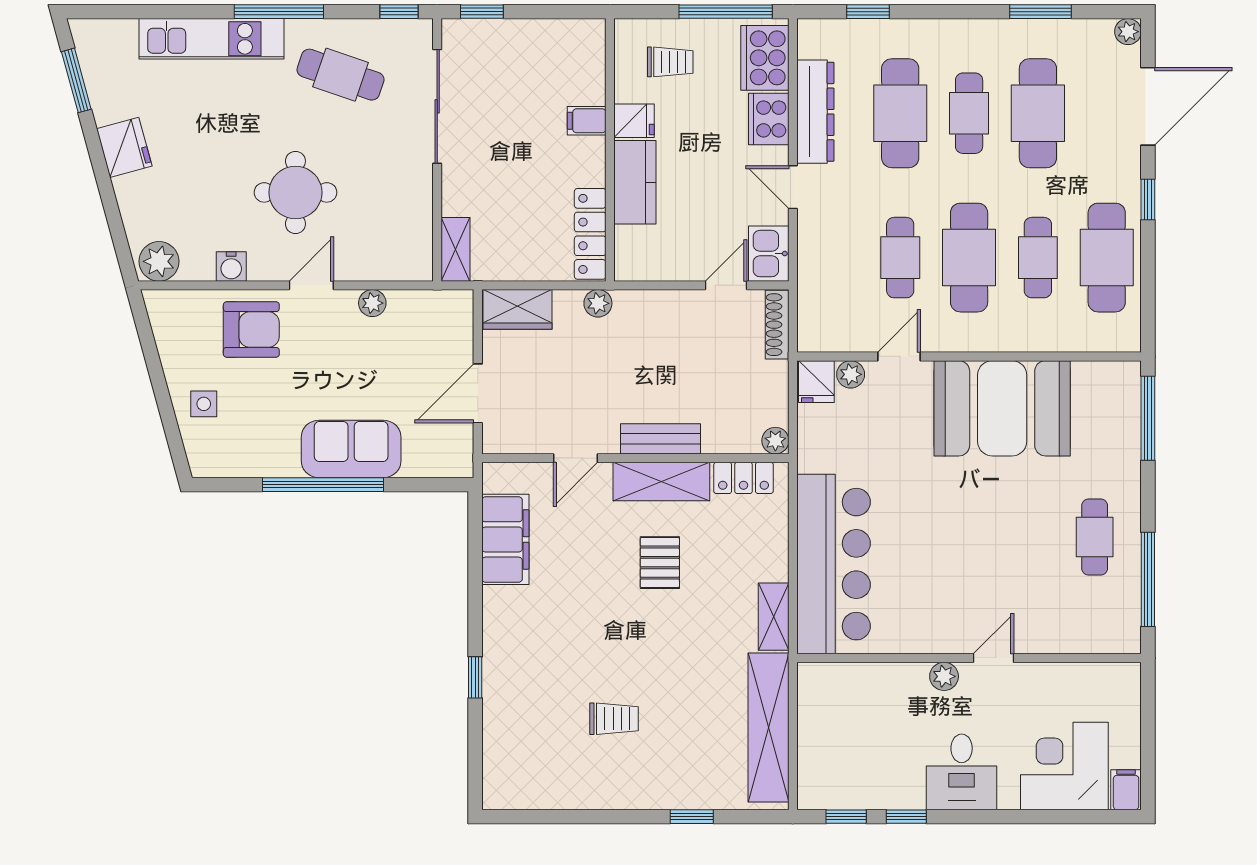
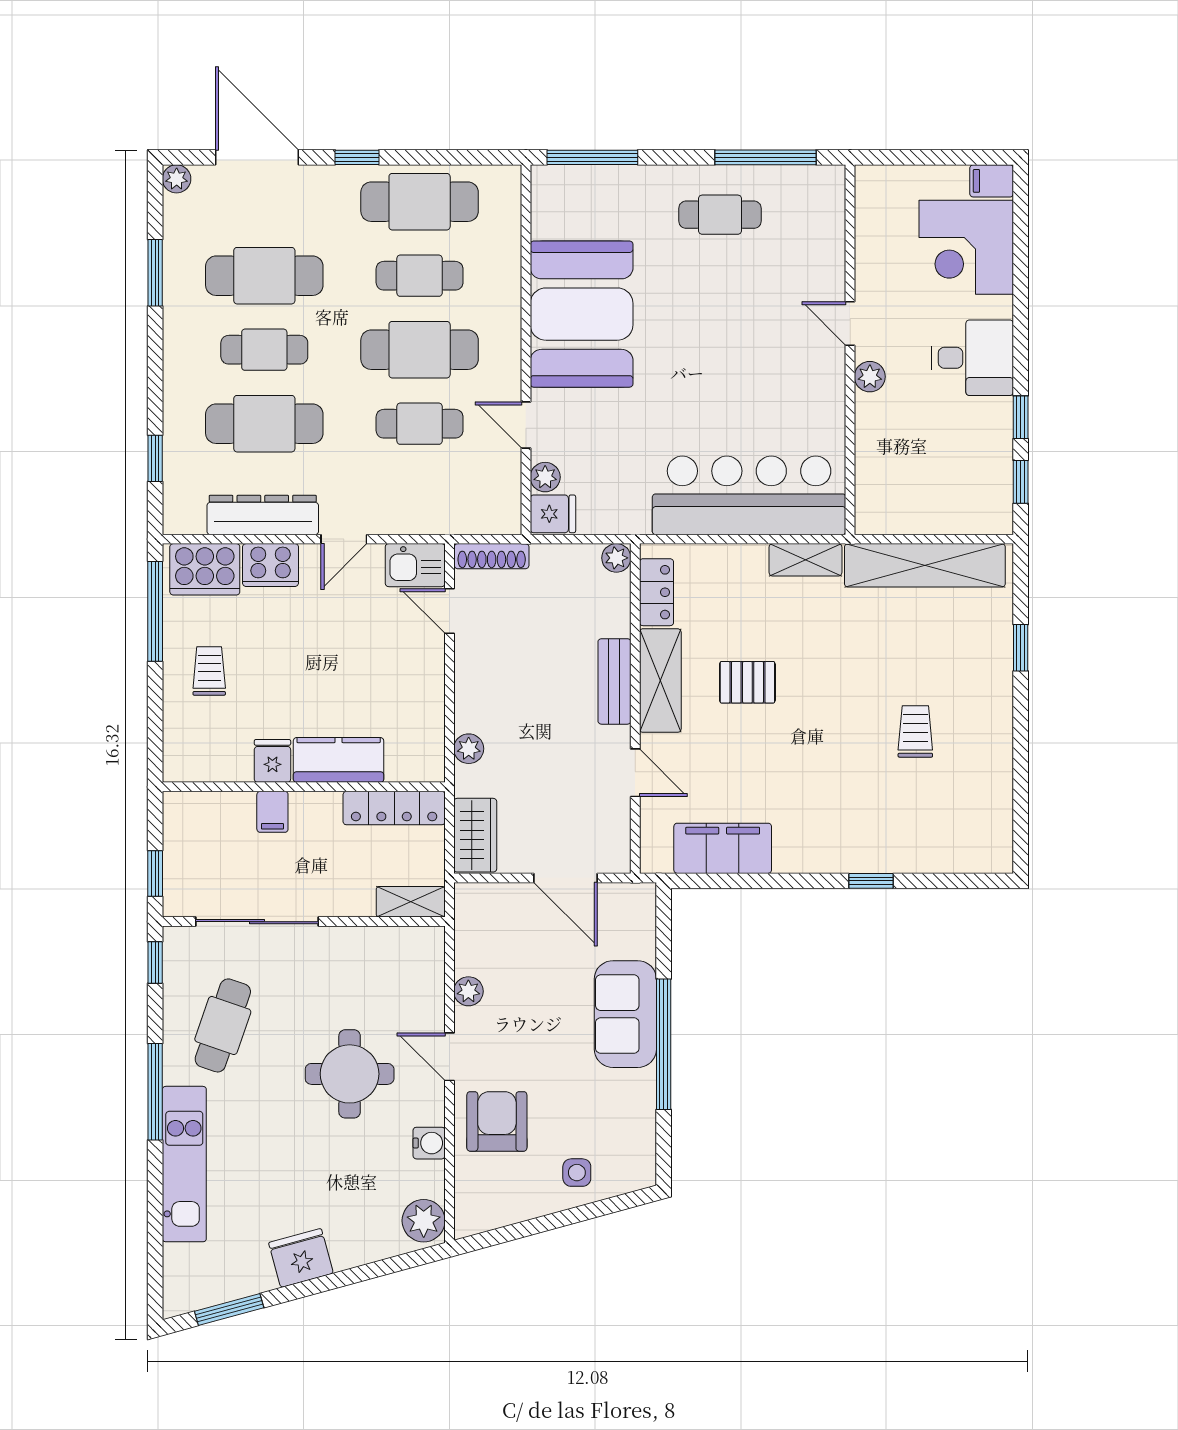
filing cabinet: (587, 121) -> (272, 812), moved
fridge: (634, 121) -> (272, 761), moved
wall: (610, 150) -> (304, 787), moved
kitchen counter: (635, 182) -> (339, 760), moved
locker: (590, 234) -> (394, 808), moved

